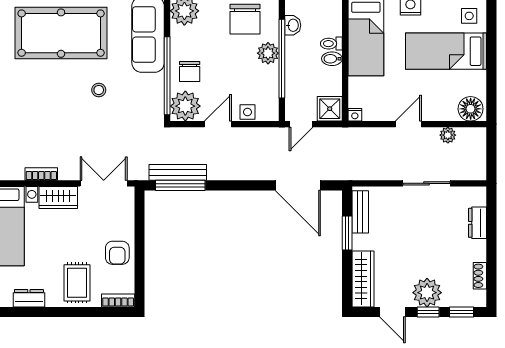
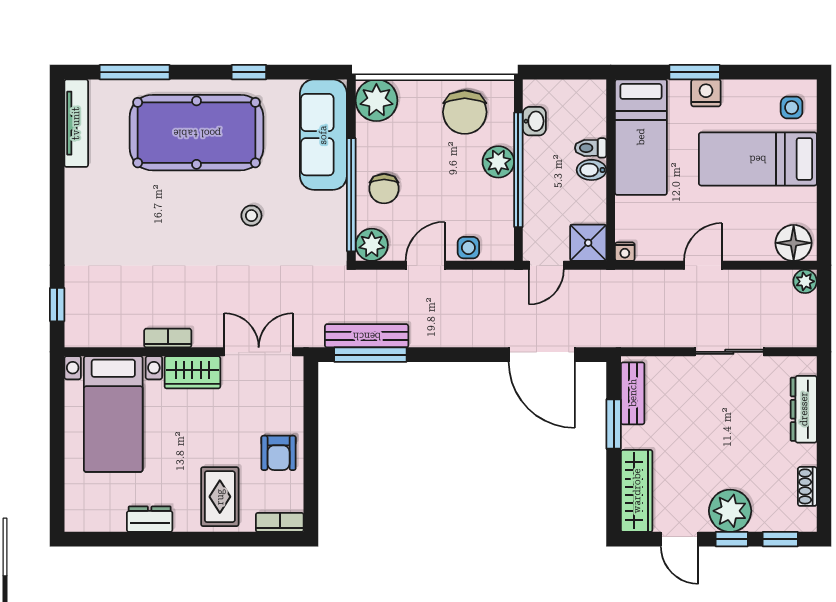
plant: (185, 106) -> (372, 245), width x0.73, depth x0.73
plant: (448, 135) -> (805, 281), moved
dresser: (478, 223) -> (804, 409), width x1.44

